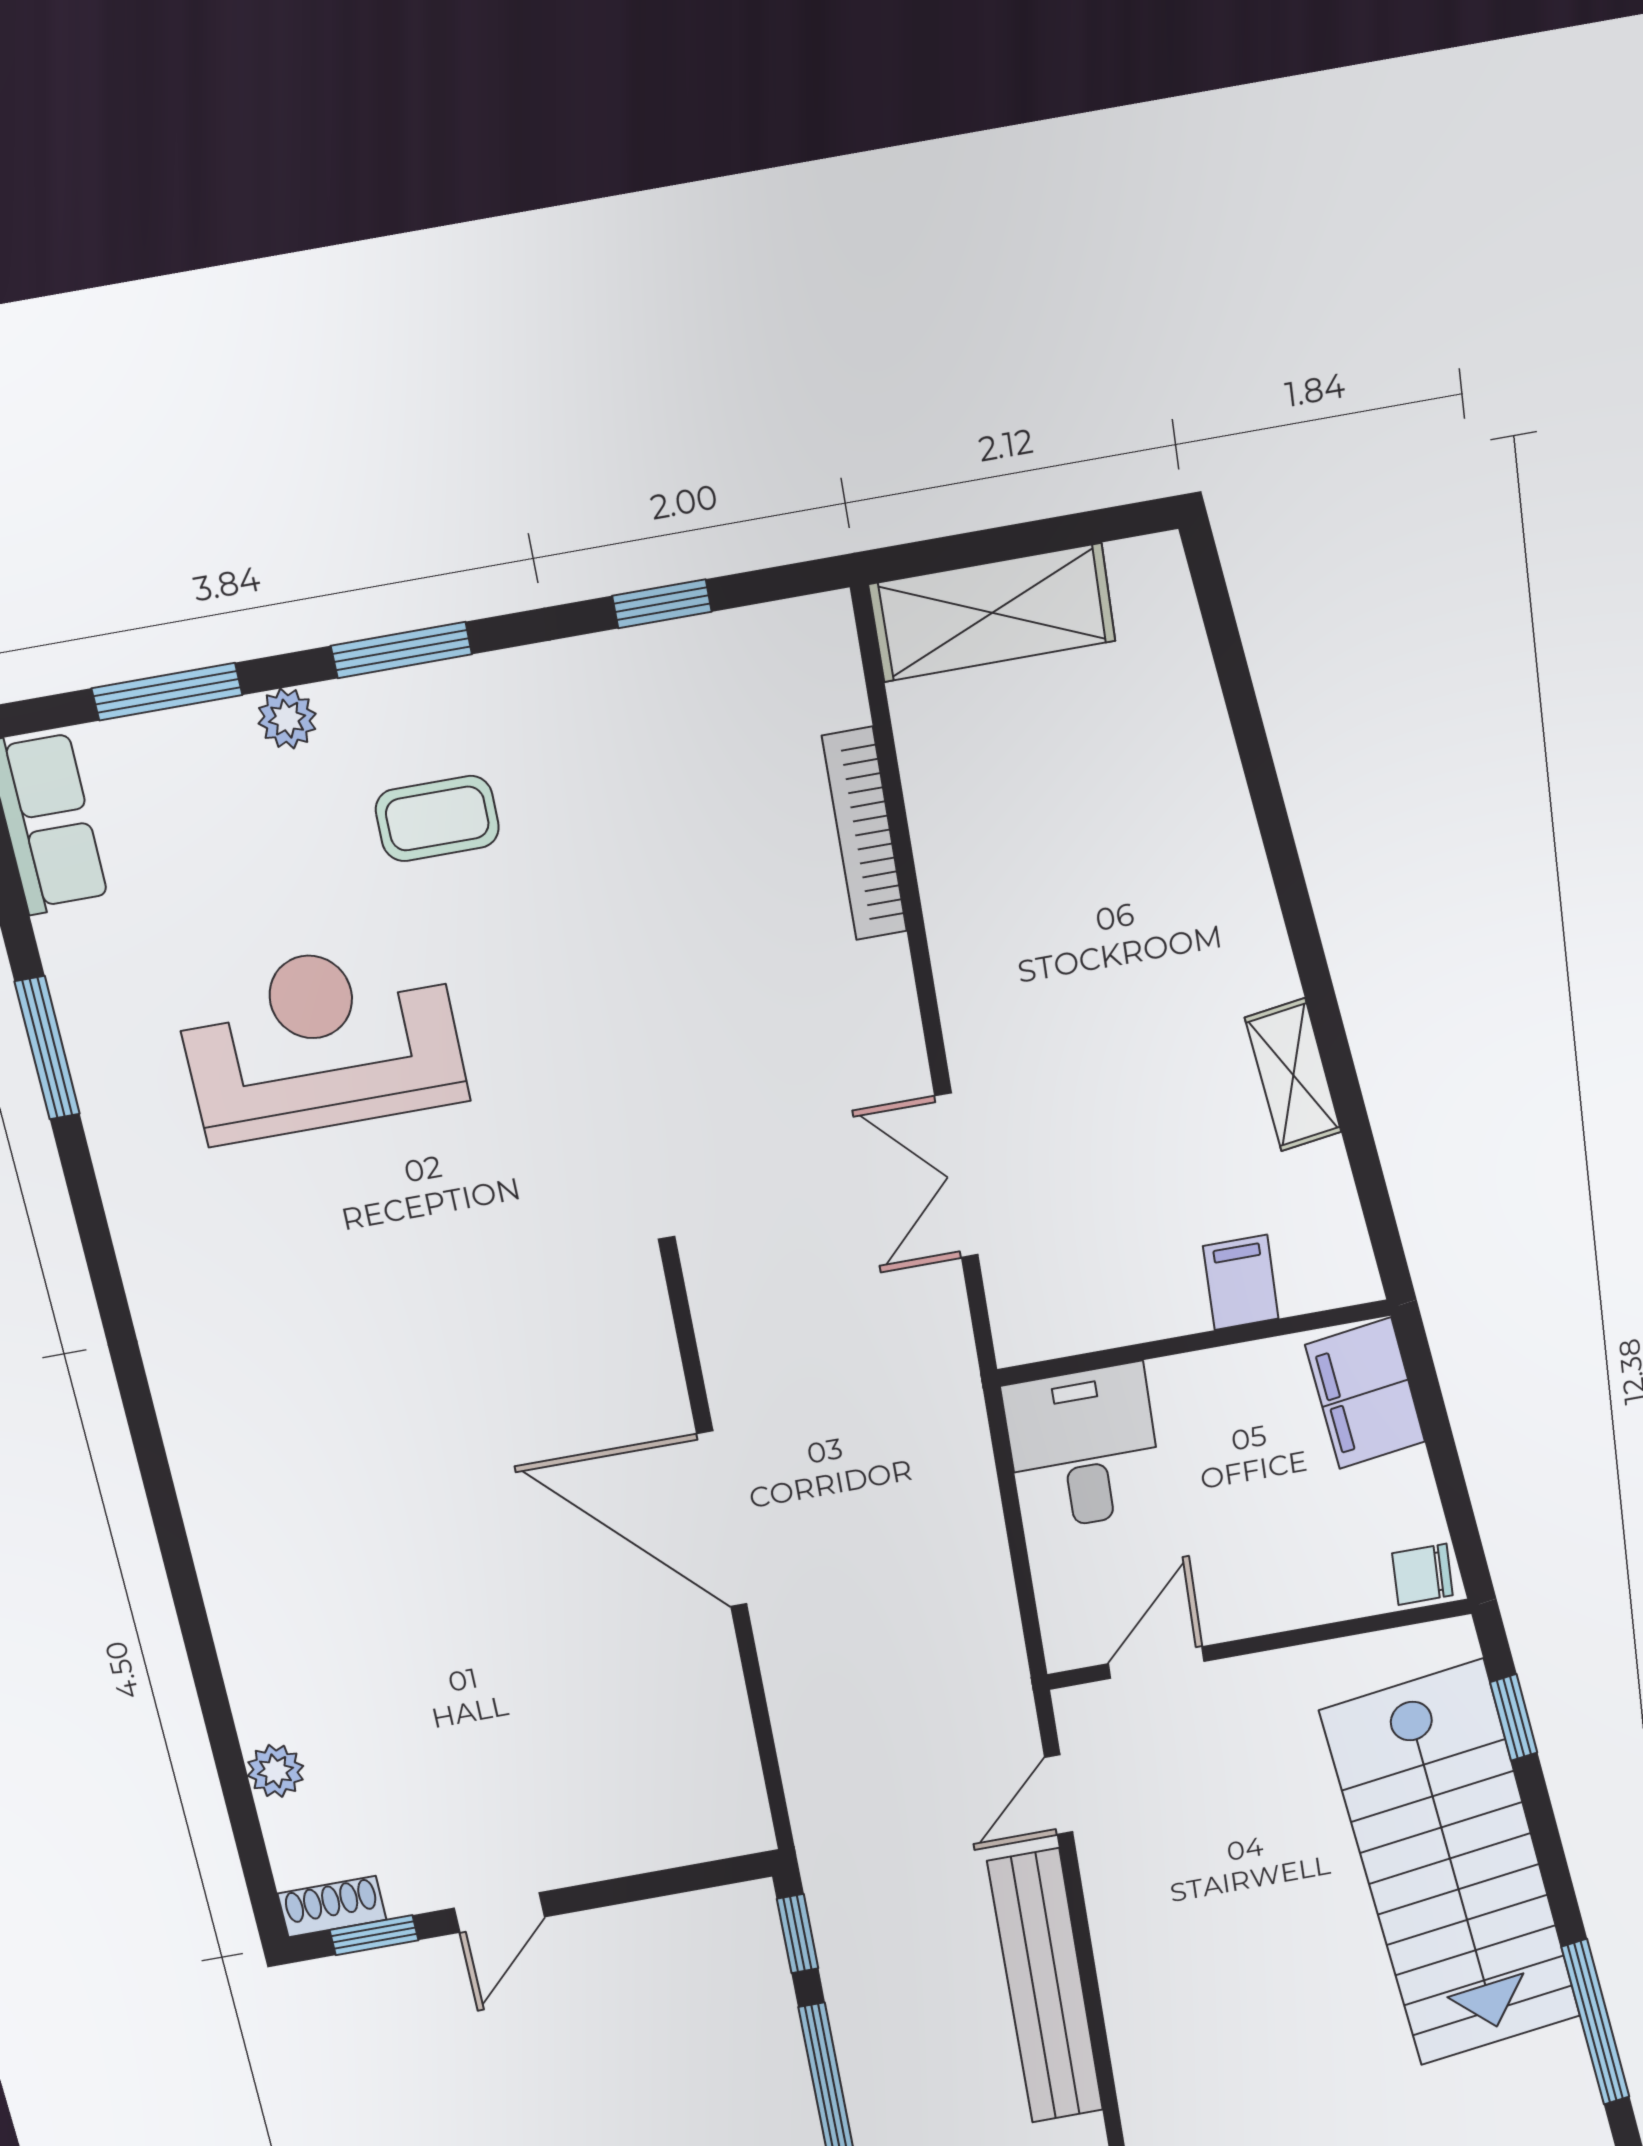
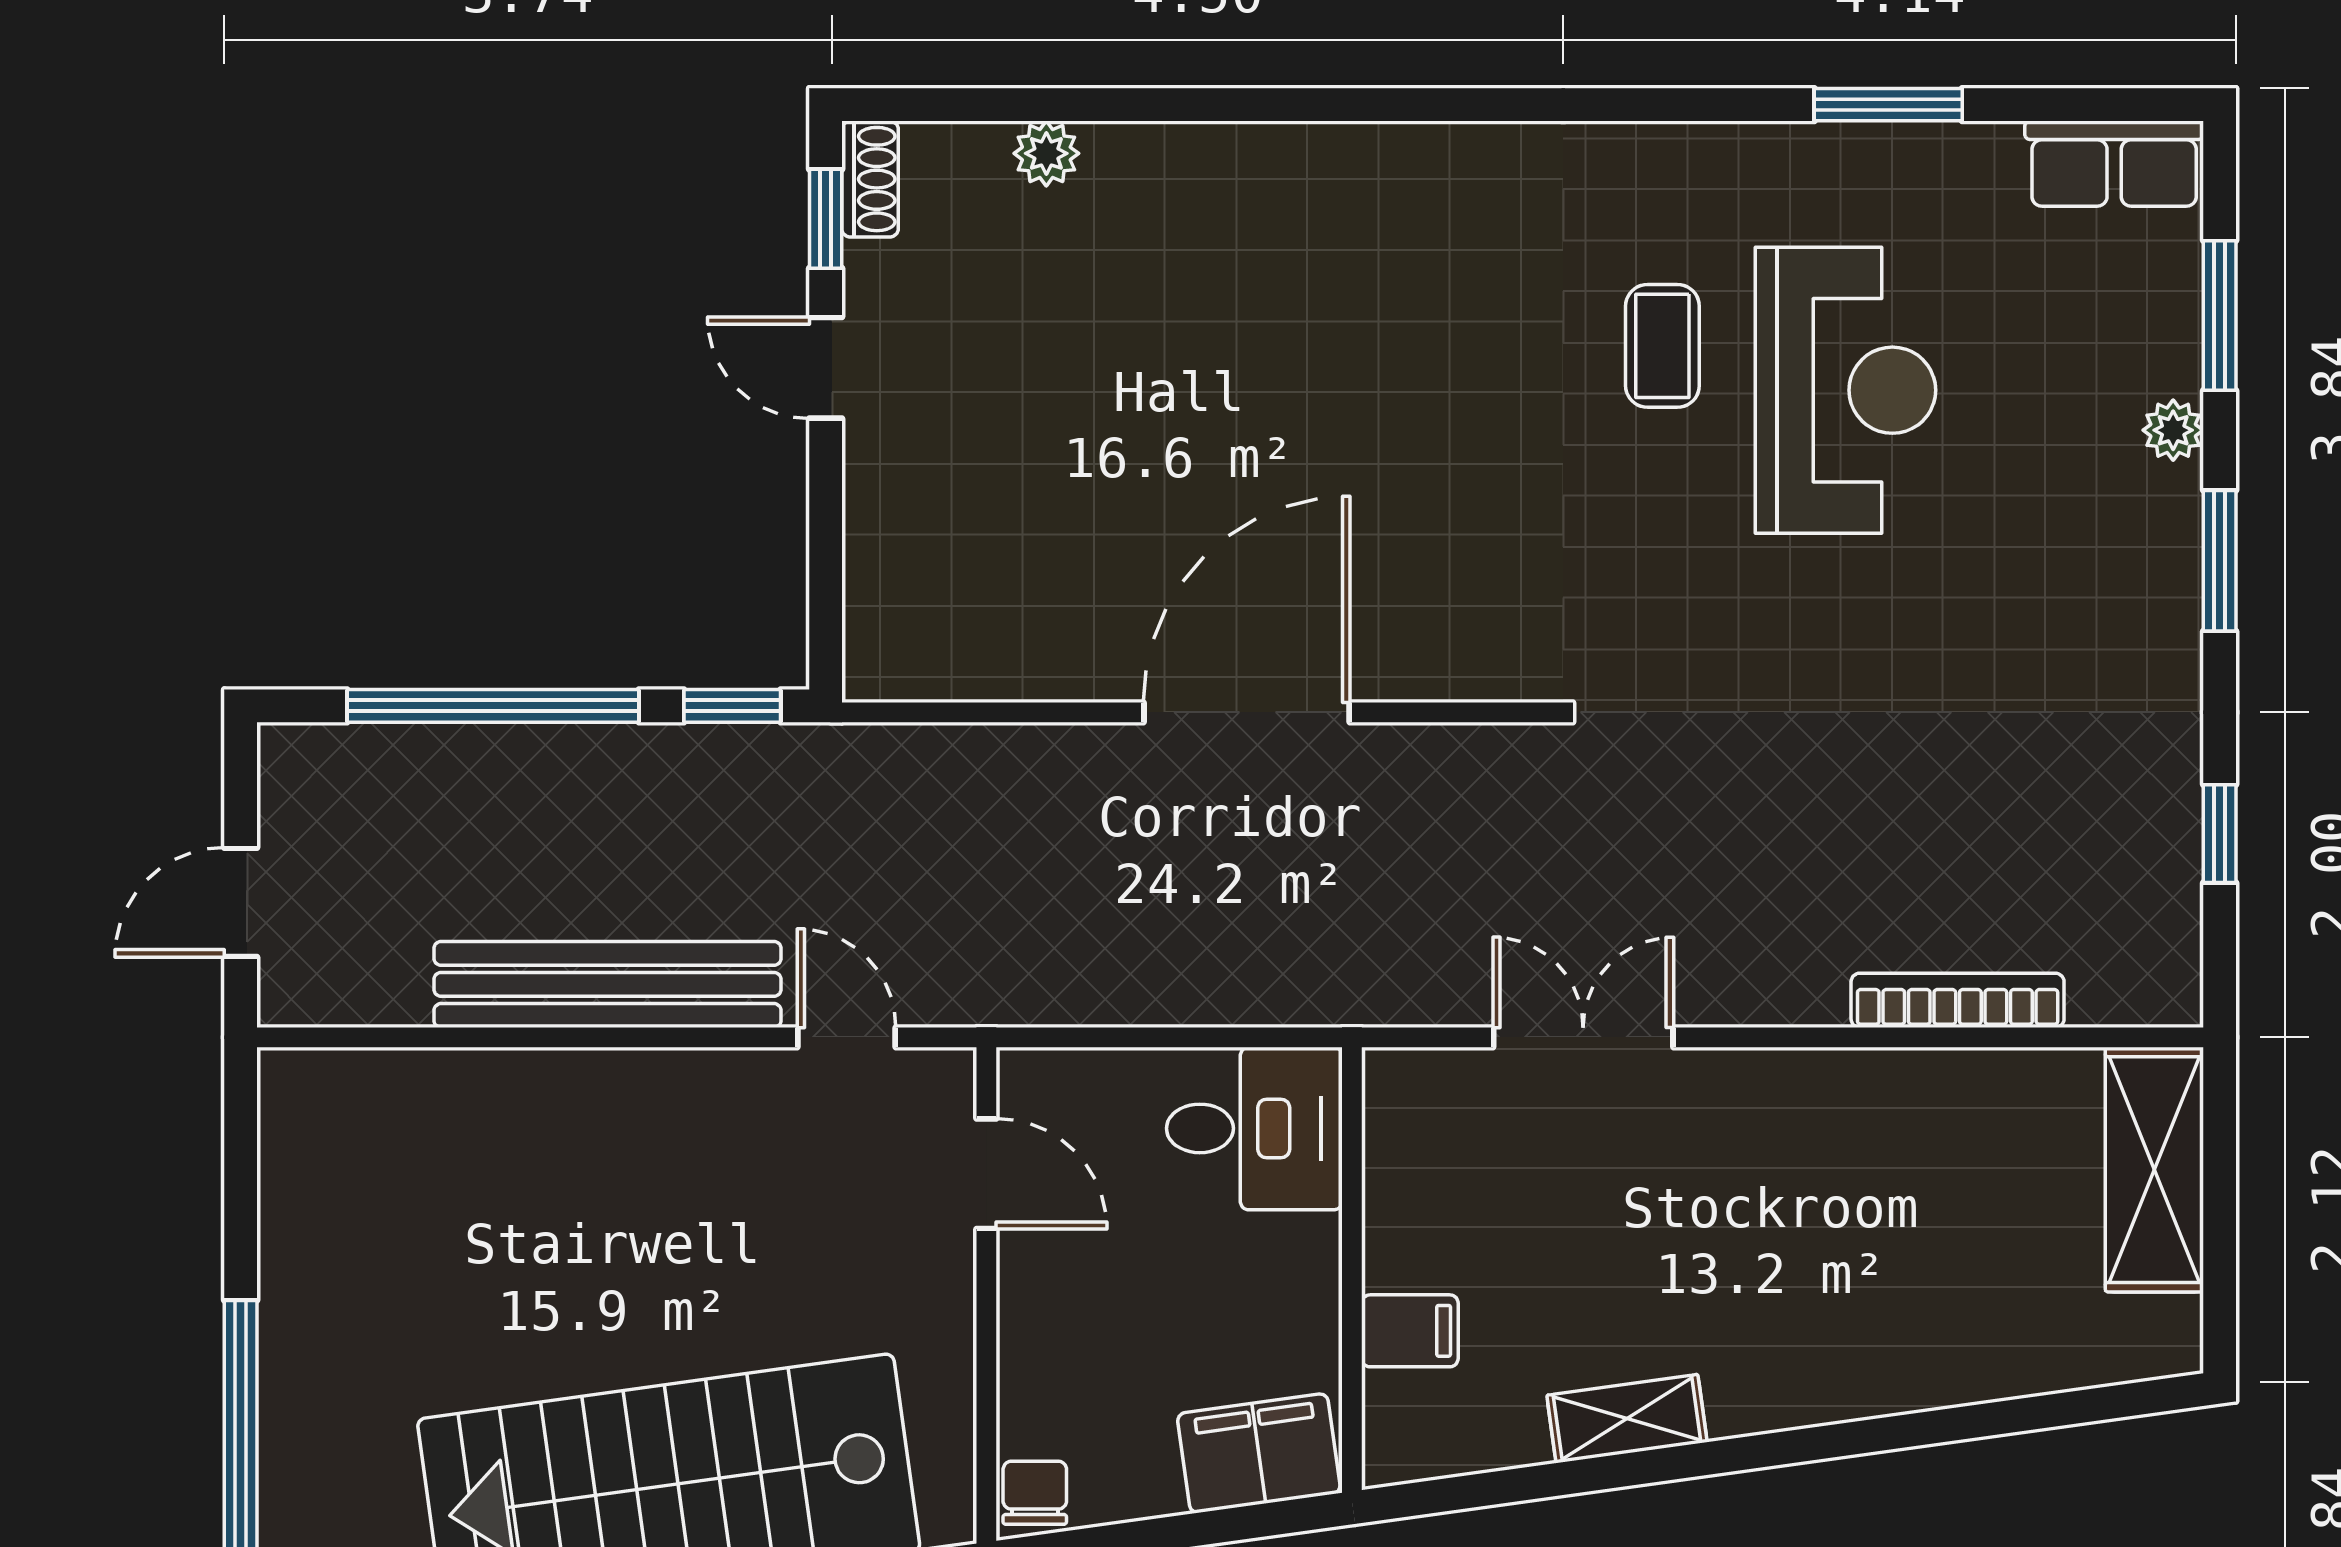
coffee table: (437, 819) -> (1662, 346), moved

